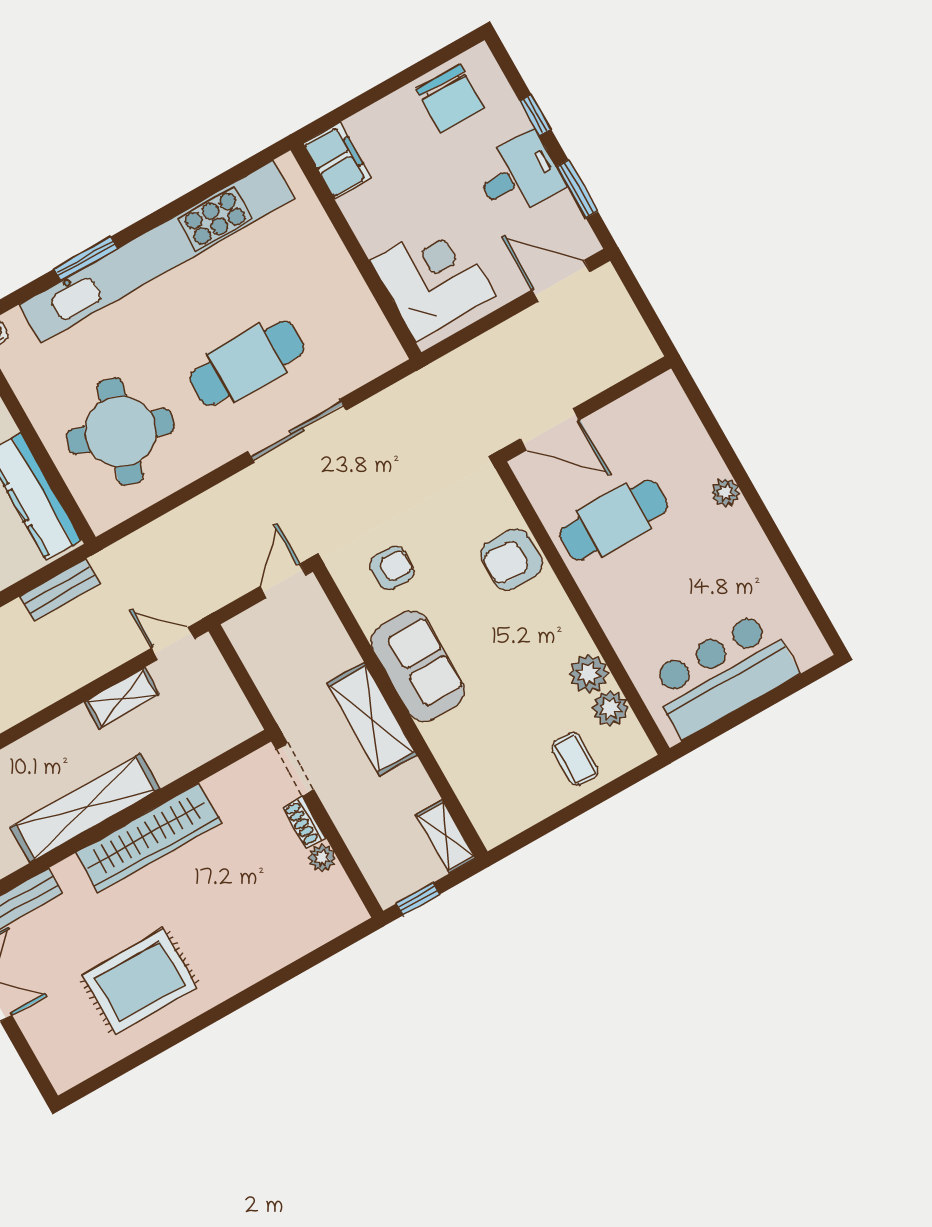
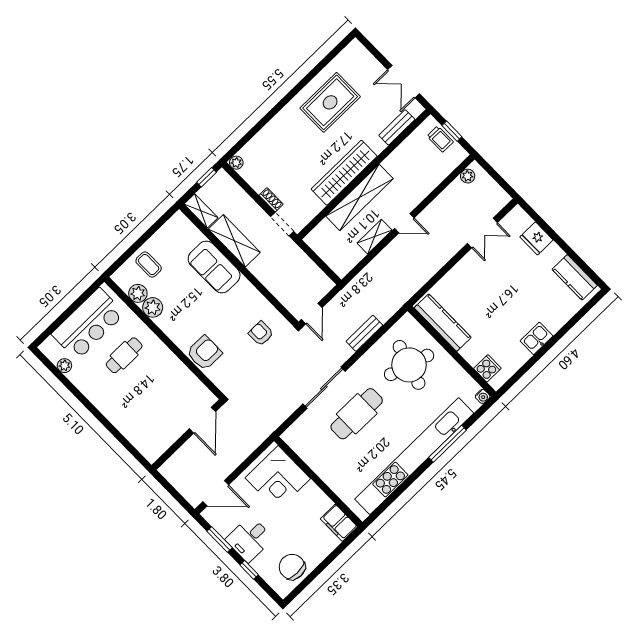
window: (86, 259) -> (448, 444), width x1.44
door: (550, 429) -> (202, 420), swing flipped
plant: (725, 492) -> (64, 366), moved
cafe table: (614, 520) -> (124, 355), moved, width x0.73, depth x0.74
armchair: (392, 568) -> (261, 333), turned 90
bench: (60, 590) -> (364, 333), moved
door: (173, 643) -> (404, 223), moved
sofa: (418, 666) -> (214, 267), moved
shelving: (372, 719) -> (234, 241), moved
shelving: (85, 808) -> (360, 197), moved
plant: (322, 858) -> (236, 163), moved

